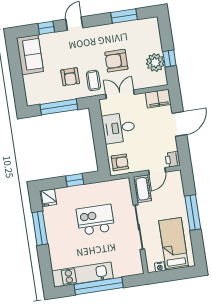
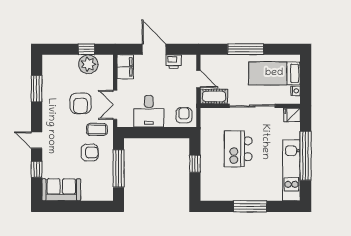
printer: (173, 159) -> (174, 62), moved
fridge: (49, 198) -> (292, 115), moved, turned 180
window: (40, 228) -> (250, 206), moved

